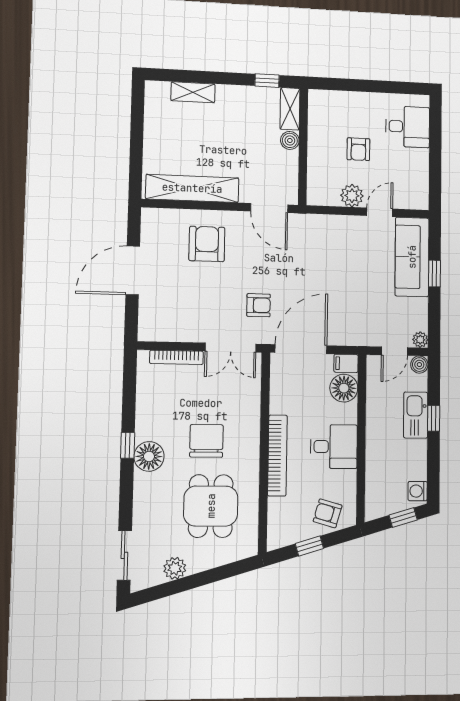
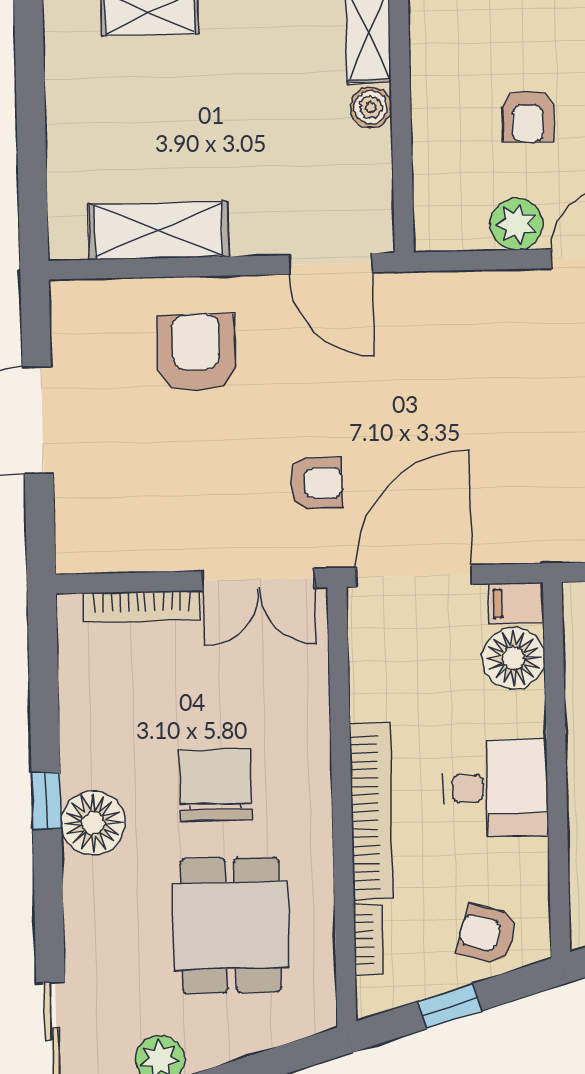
shelving: (192, 188) -> (158, 230), width x0.68
bookcase: (274, 514) -> (368, 939), added

